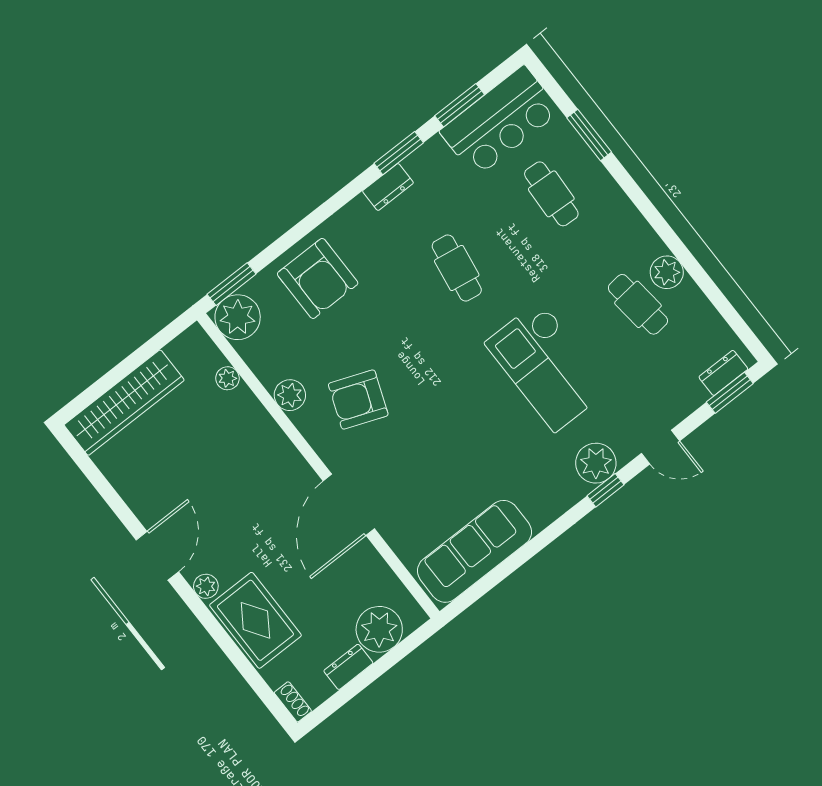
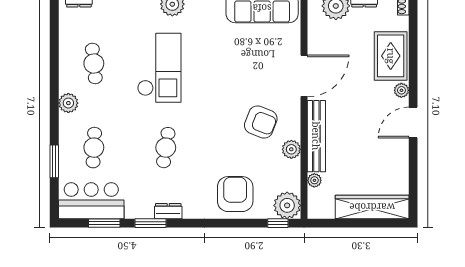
plant: (667, 272) -> (68, 103), moved
window: (232, 284) -> (278, 223), width x0.67
bench: (271, 438) -> (316, 136), added

